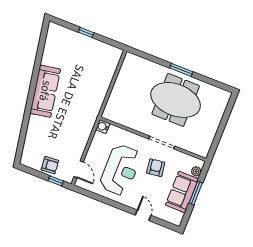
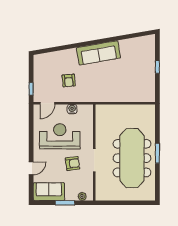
meeting table: (176, 100) -> (132, 158), width x1.36
water cooler: (103, 127) -> (72, 109), moved
armchair: (50, 165) -> (69, 80), moved
reception desk: (120, 170) -> (60, 136), turned 180
sofa: (182, 192) -> (49, 192), moved

